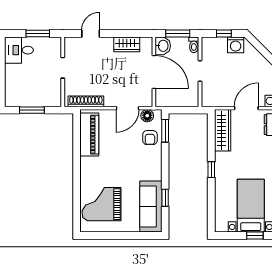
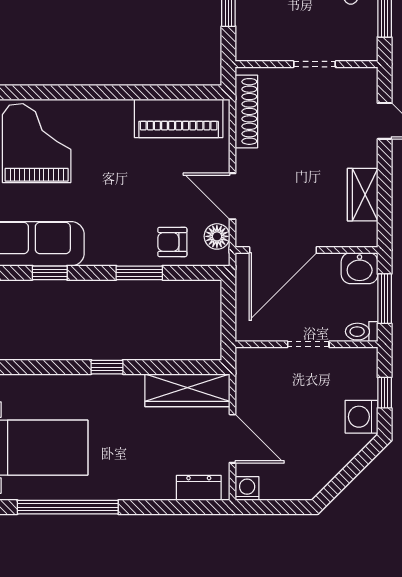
door: (154, 72) -> (283, 250), moved
window: (165, 131) -> (139, 273), moved

